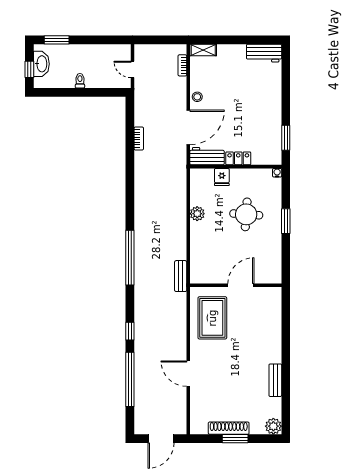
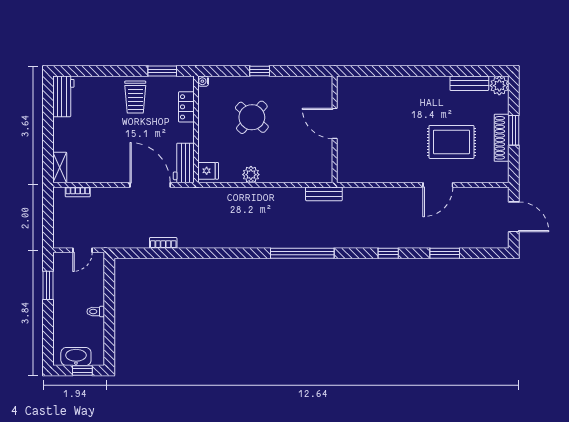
window: (57, 40) -> (48, 285), moved
stool: (197, 97) -> (115, 175), removed
trolley: (264, 115) -> (135, 97), added
locker: (238, 158) -> (186, 107), moved
fridge: (222, 177) -> (208, 171), moved
round table: (246, 214) -> (252, 117), turned 38
window: (286, 221) -> (260, 71), width x0.67
rug: (212, 318) -> (451, 142), moved
window: (130, 379) -> (445, 253), width x0.47
bench: (275, 380) -> (469, 83), moved

